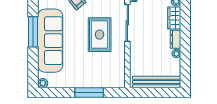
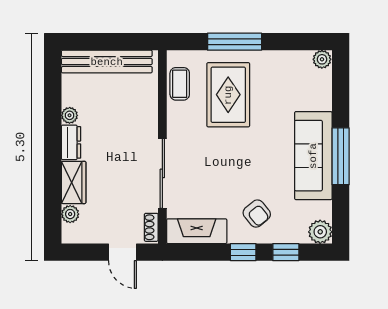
rug: (100, 35) -> (228, 95), moved
sofa: (50, 41) -> (313, 156), width x0.74, depth x0.79
coffee table: (118, 70) -> (180, 84), added

